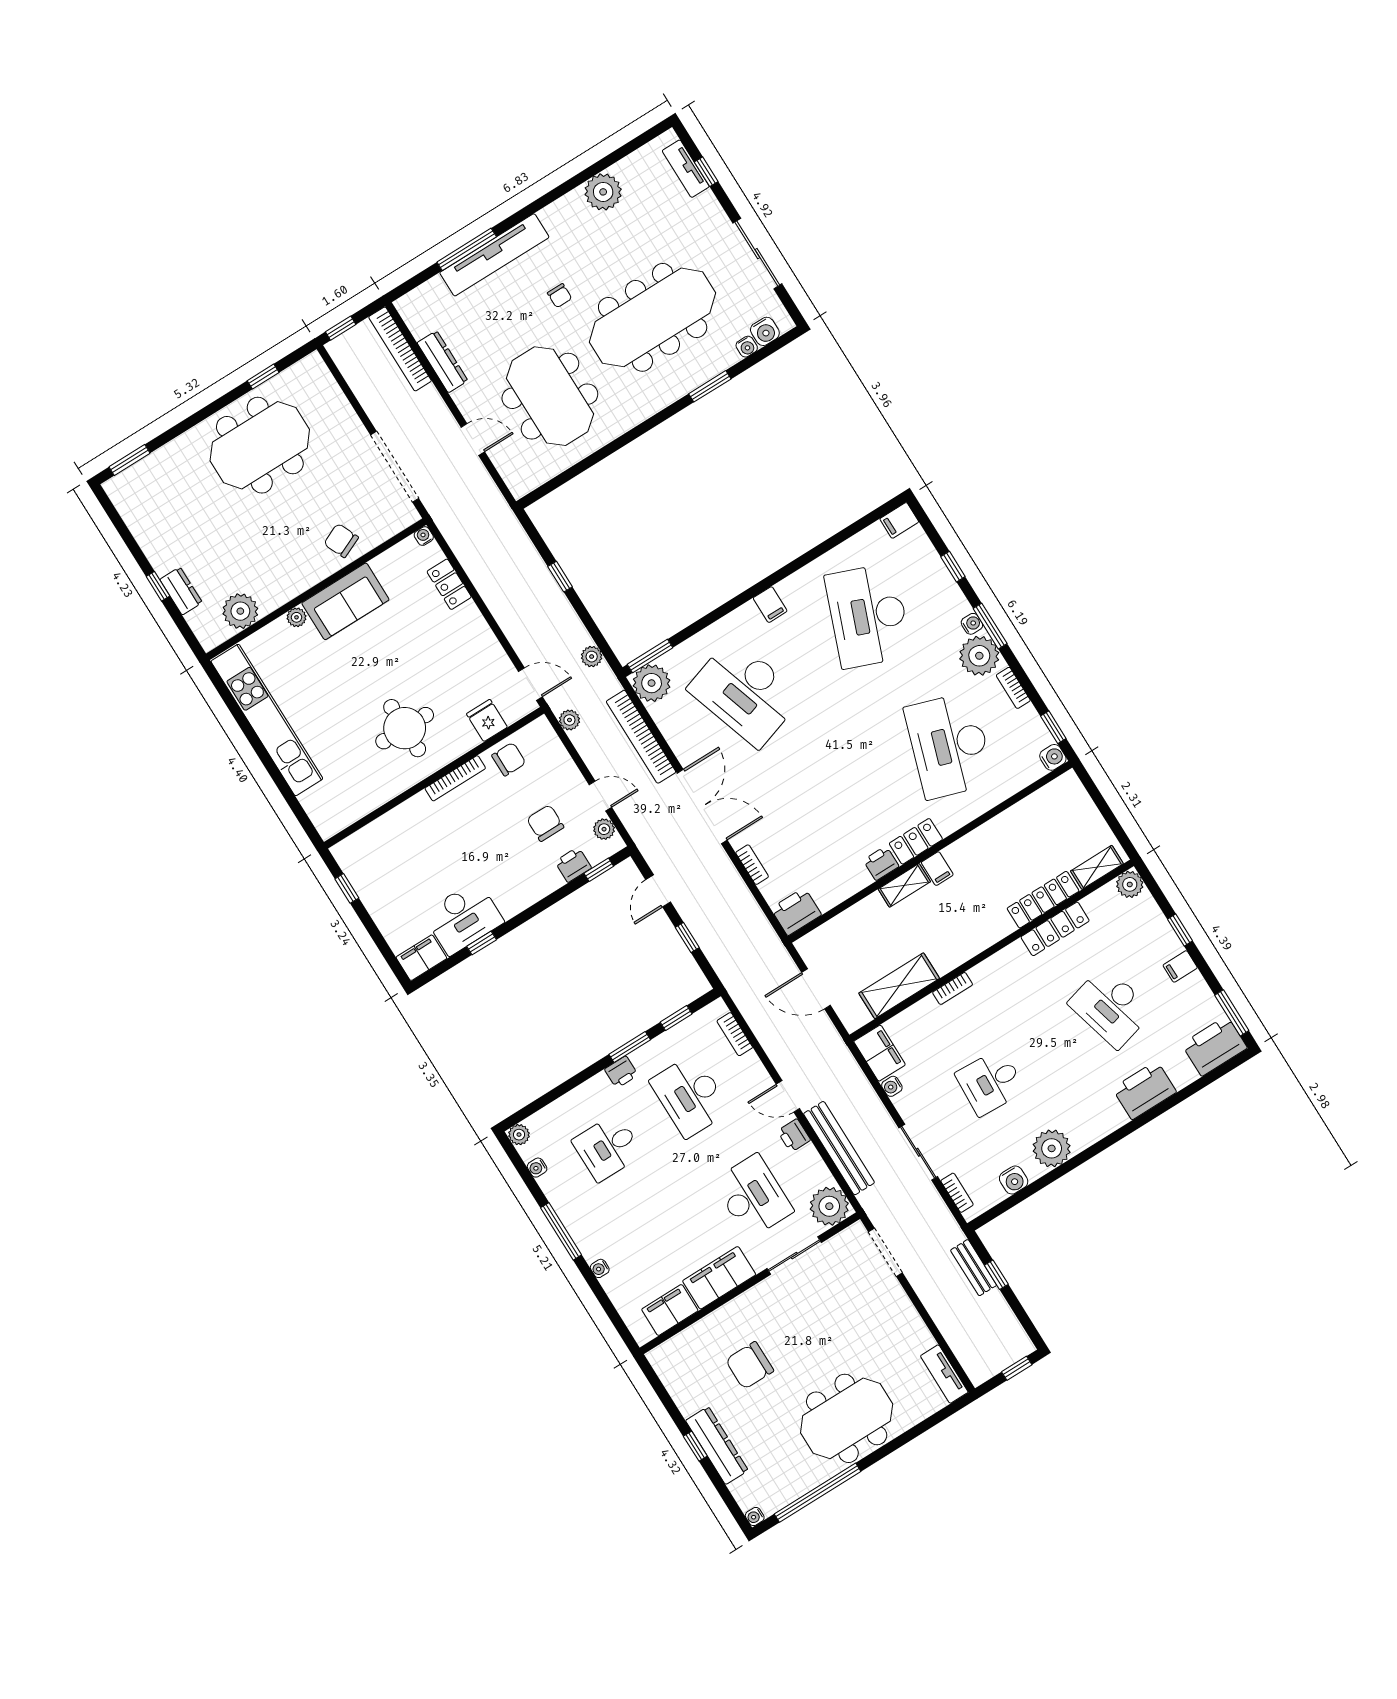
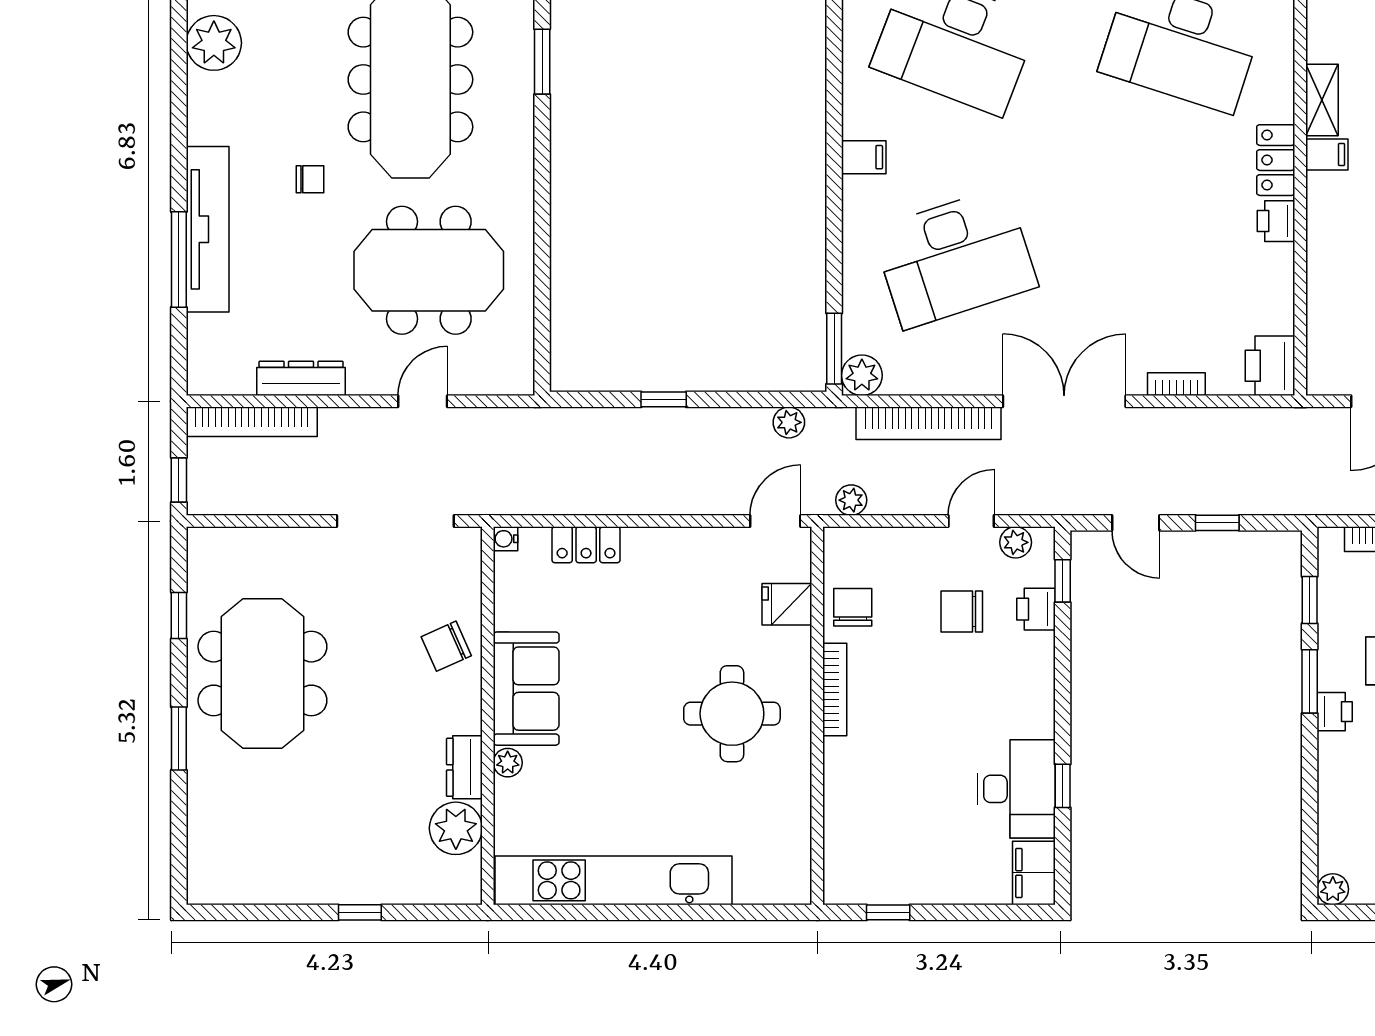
window: (130, 460) -> (179, 739), moved
dresser: (181, 591) -> (464, 767), moved, turned -90
plant: (652, 683) -> (862, 375), width x0.73, depth x0.73
shelving: (904, 885) -> (1322, 100), moved

